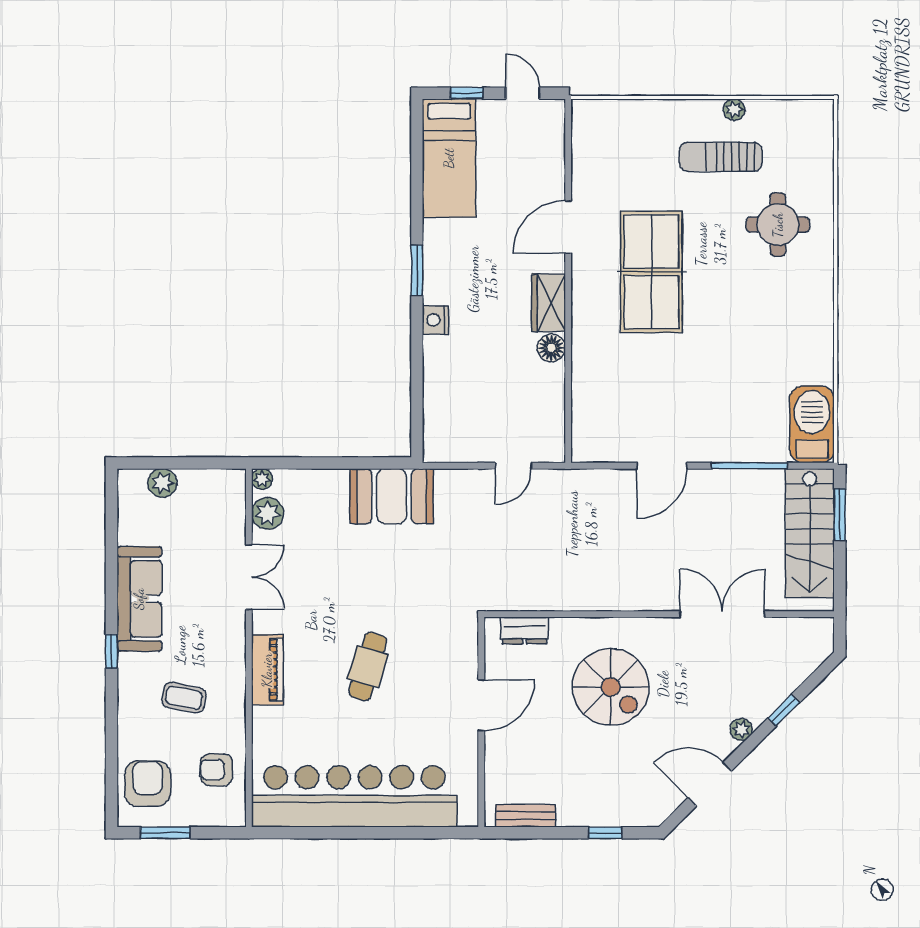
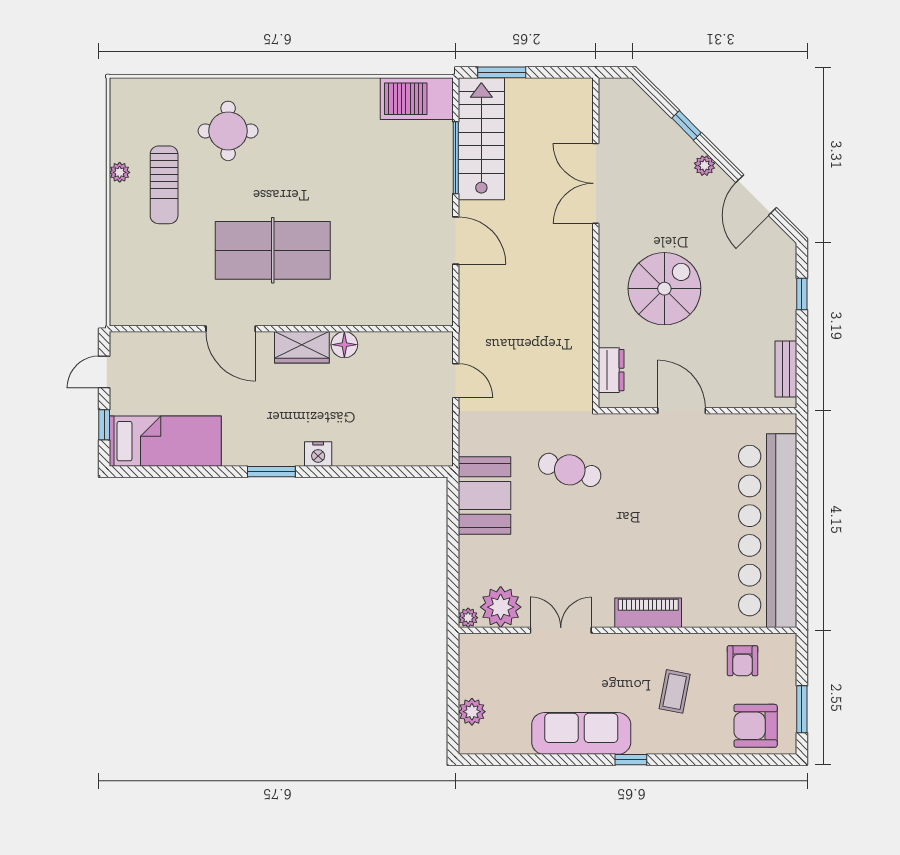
plant: (268, 513) -> (501, 607), width x1.36, depth x1.36
stairs: (810, 533) -> (481, 139), moved, turned -90
cafe table: (368, 666) -> (570, 470), moved

